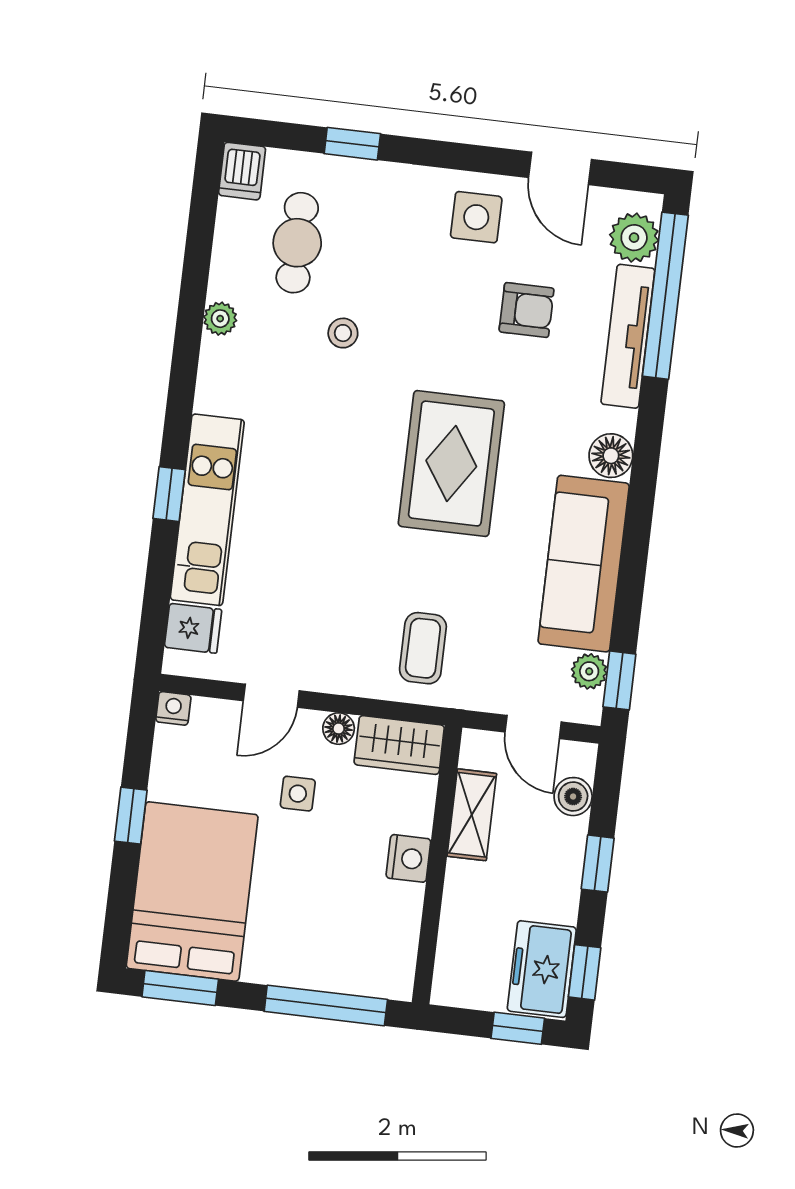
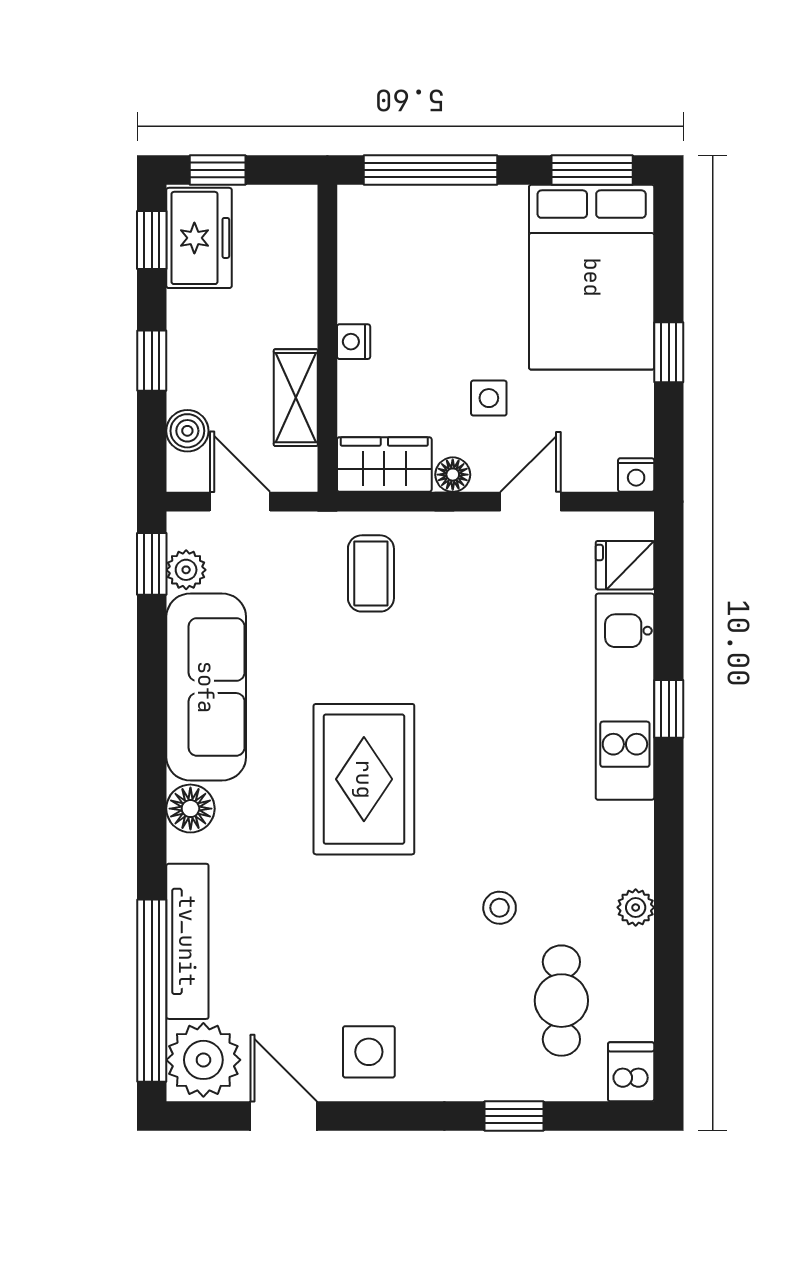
plant: (634, 238) -> (203, 1060), width x1.36, depth x1.36
armchair: (527, 310) -> (302, 957), removed
nightstand: (408, 858) -> (354, 342), width x0.72, depth x0.74

